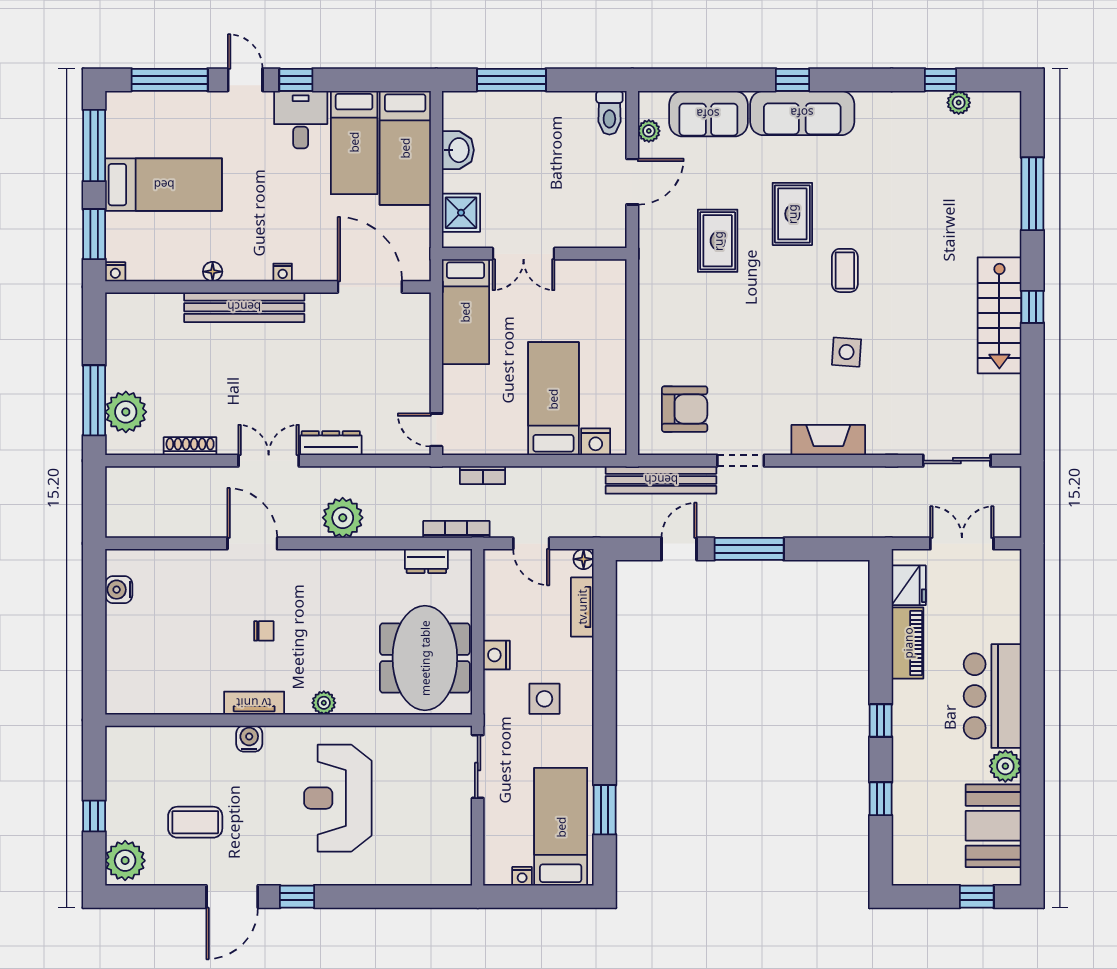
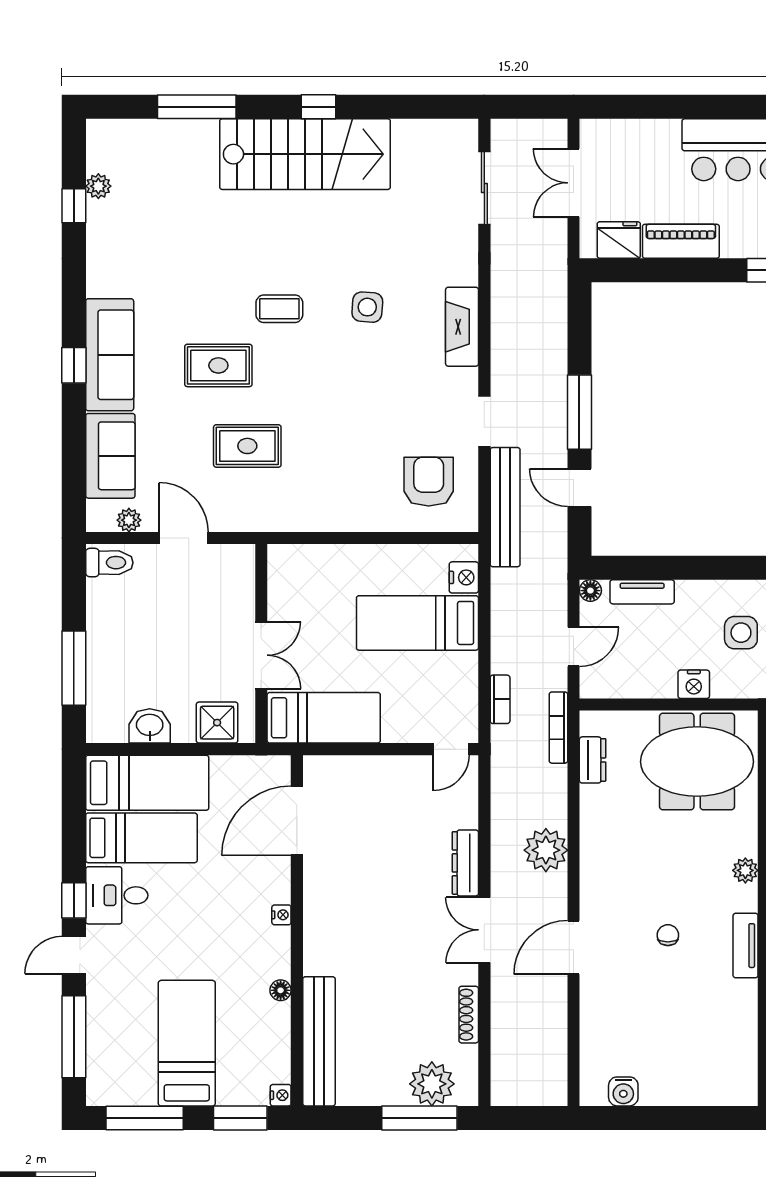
bench: (244, 307) -> (319, 1041), moved
stairs: (999, 315) -> (305, 154), width x1.36, depth x1.51

